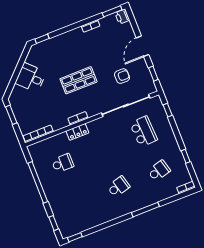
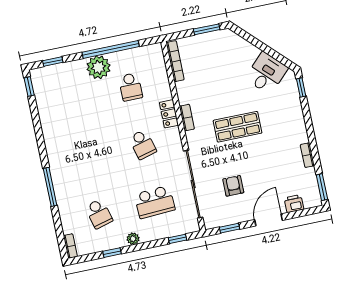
printer: (122, 16) -> (294, 204), moved
door: (143, 46) -> (268, 220), hinge flipped
armchair: (122, 76) -> (233, 186), turned 180
desk: (31, 78) -> (266, 73), moved
shop shelf: (78, 80) -> (238, 127), turned 90
plant: (173, 143) -> (133, 239), added
school desk: (118, 187) -> (143, 144), moved
plant: (52, 189) -> (98, 67), added

